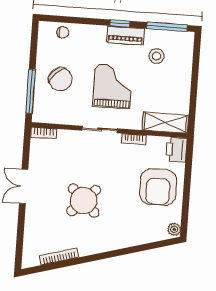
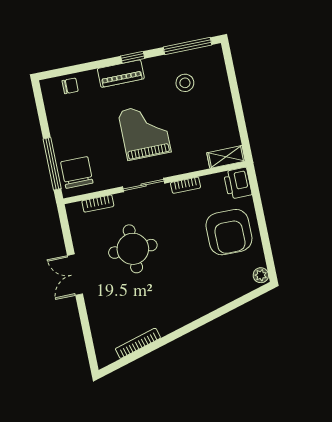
piano: (126, 35) -> (121, 74), moved
chair: (60, 79) -> (77, 172), moved, turned -135
shelving: (166, 123) -> (226, 157), width x0.67, depth x0.75
bookcase: (44, 133) -> (98, 204), moved
round table: (84, 200) -> (133, 249), moved, turned 45

